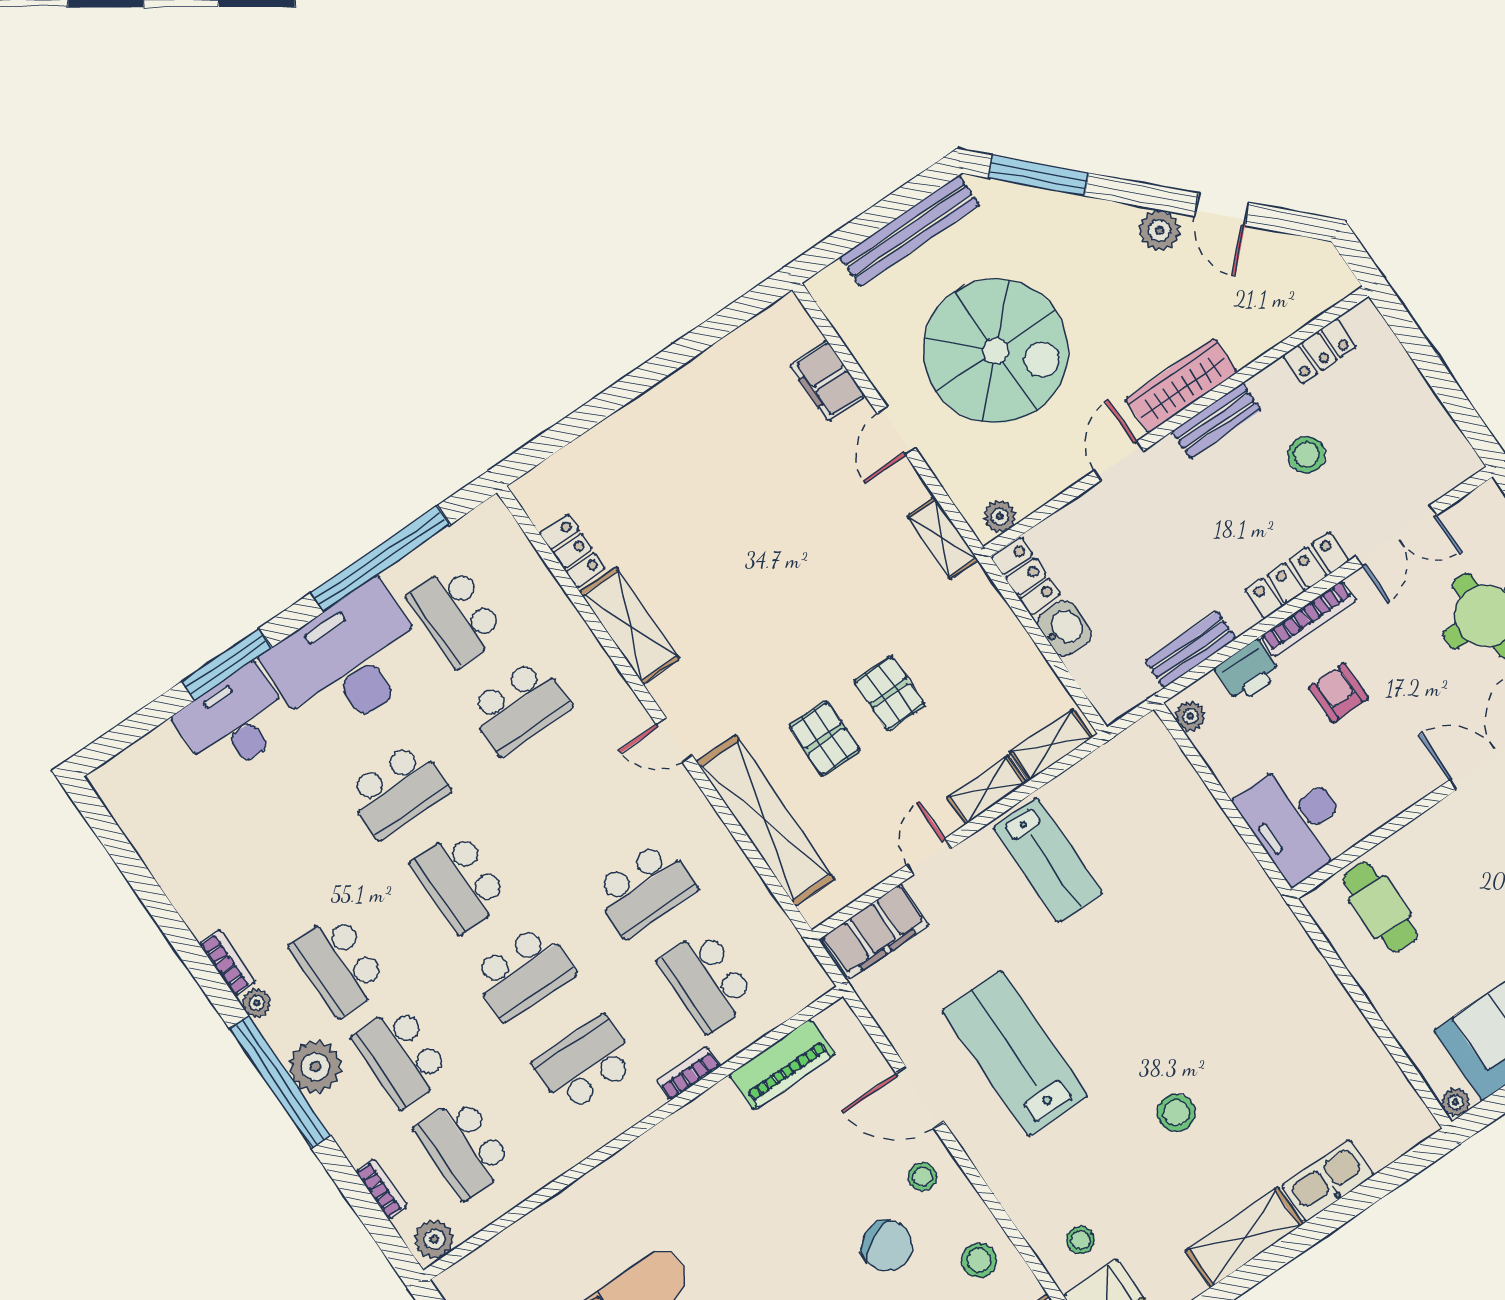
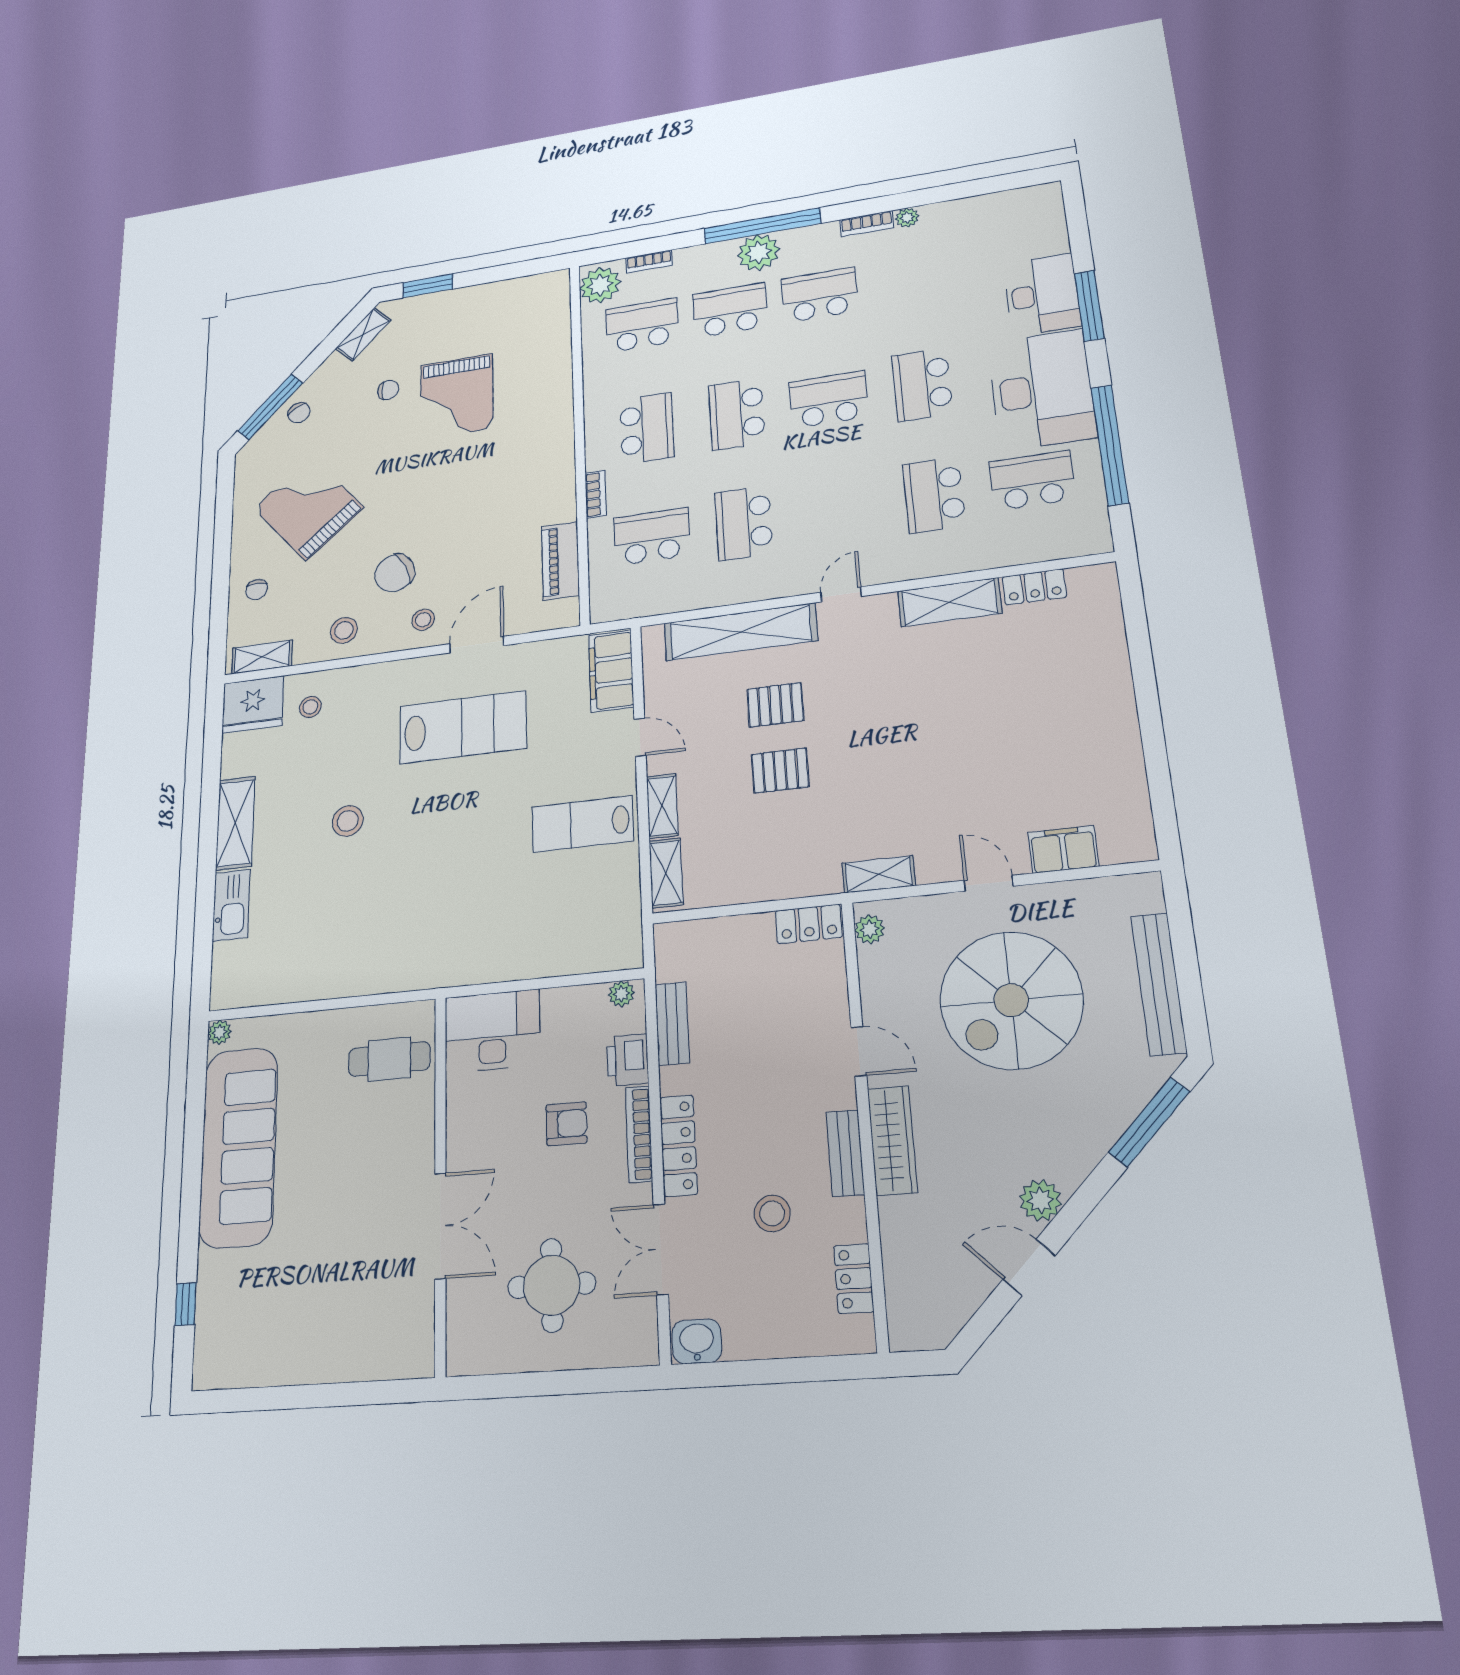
washbasin: (1064, 628) -> (697, 1341), moved, turned 180
plant: (257, 1003) -> (907, 218), moved
plant: (434, 1239) -> (600, 285), width x1.36, depth x1.36

